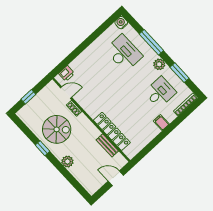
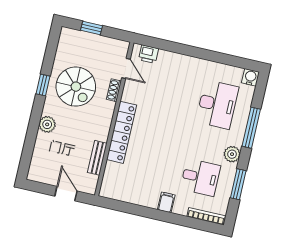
locker: (112, 131) -> (122, 132), moved

